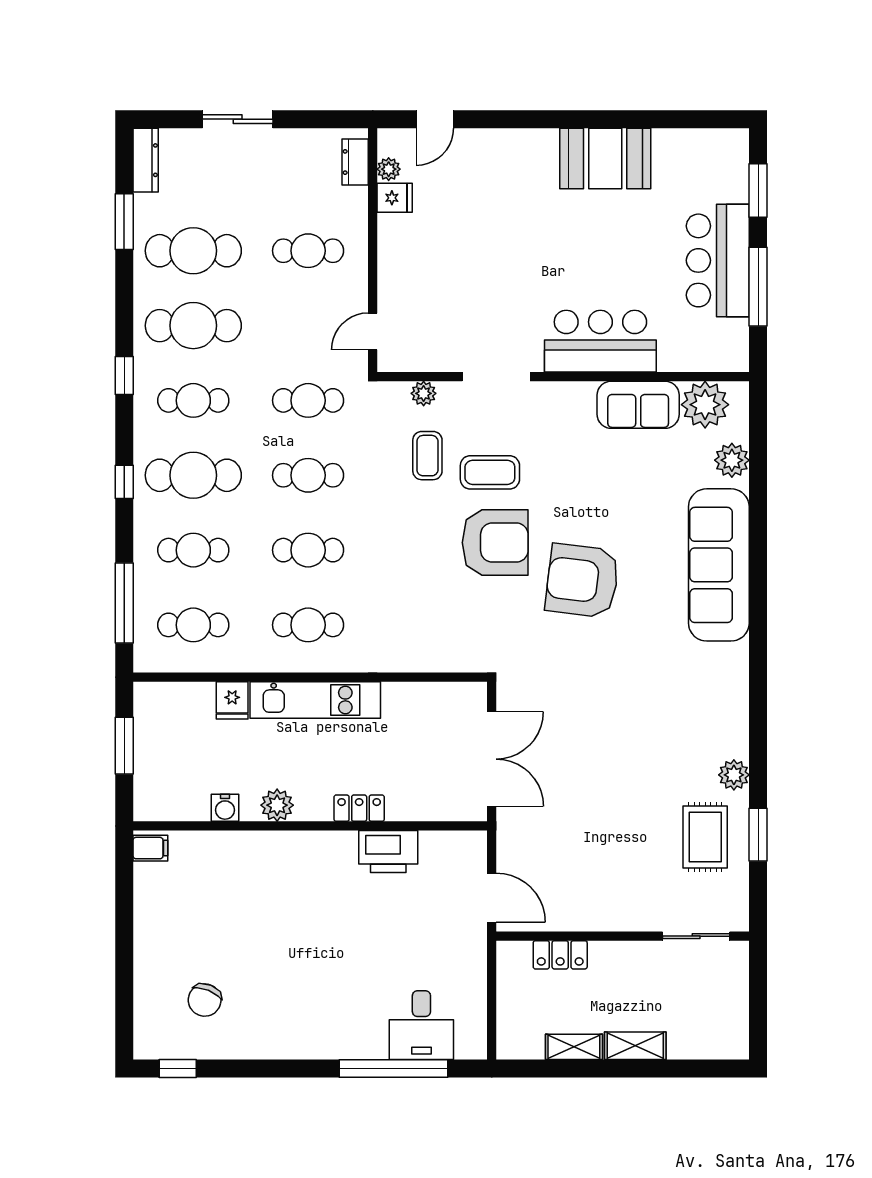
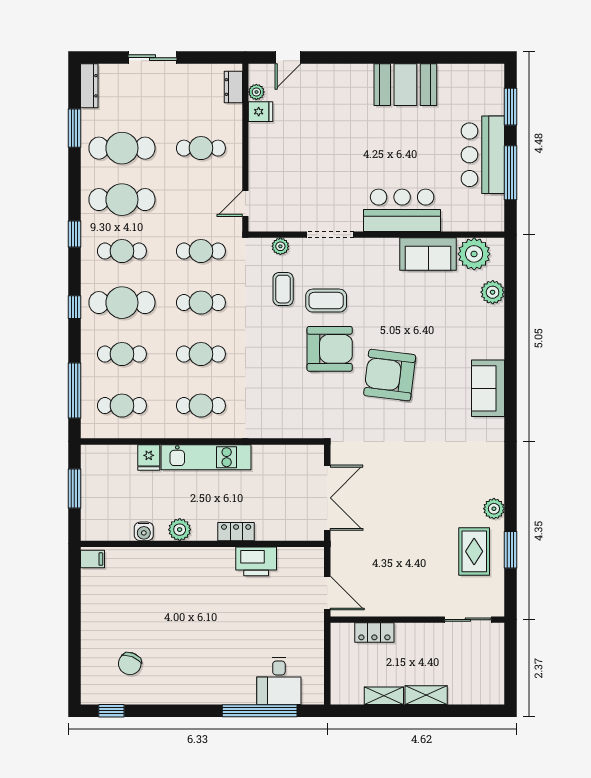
sofa: (719, 565) -> (488, 388), width x0.54, depth x0.79

